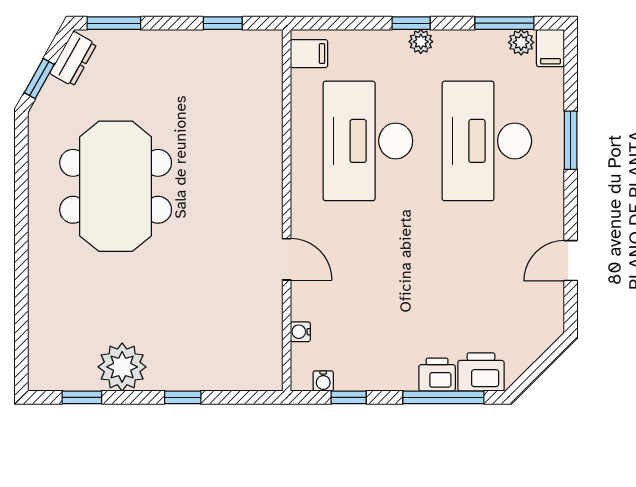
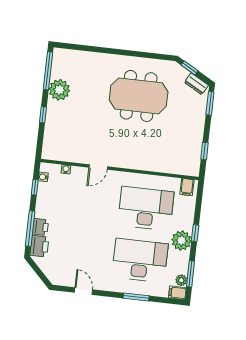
plant: (421, 42) -> (181, 241), width x1.88, depth x1.88
window: (82, 397) -> (48, 71), width x2.17

